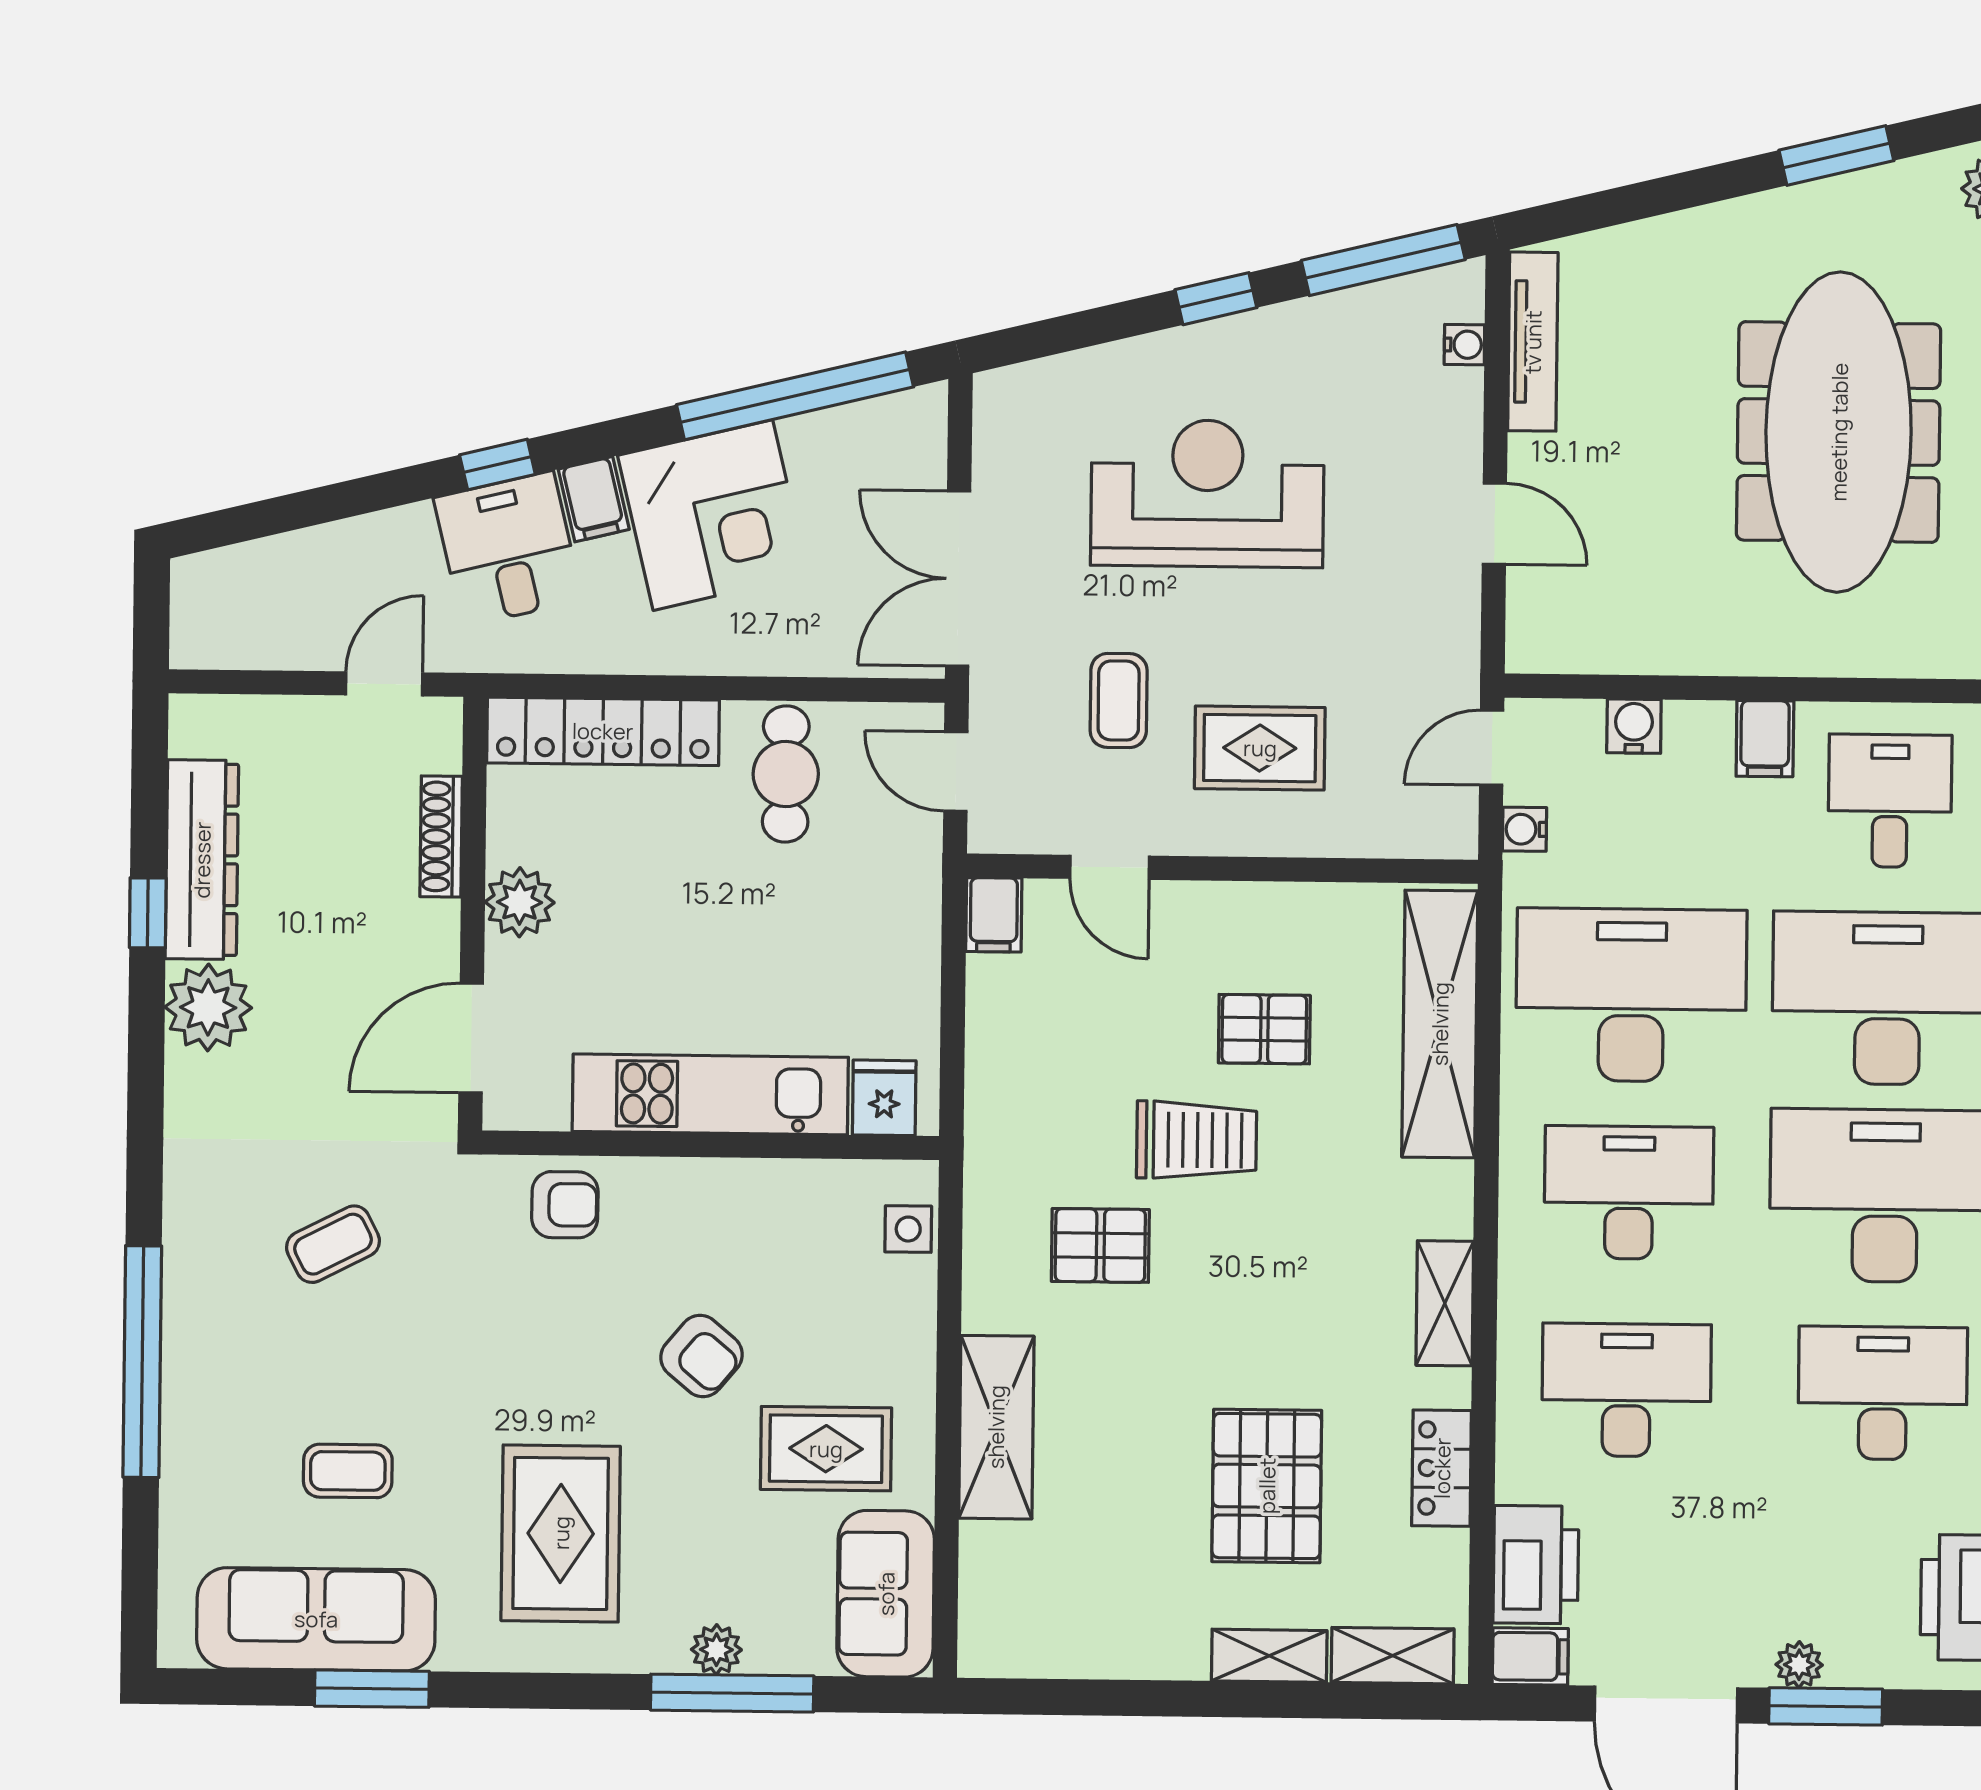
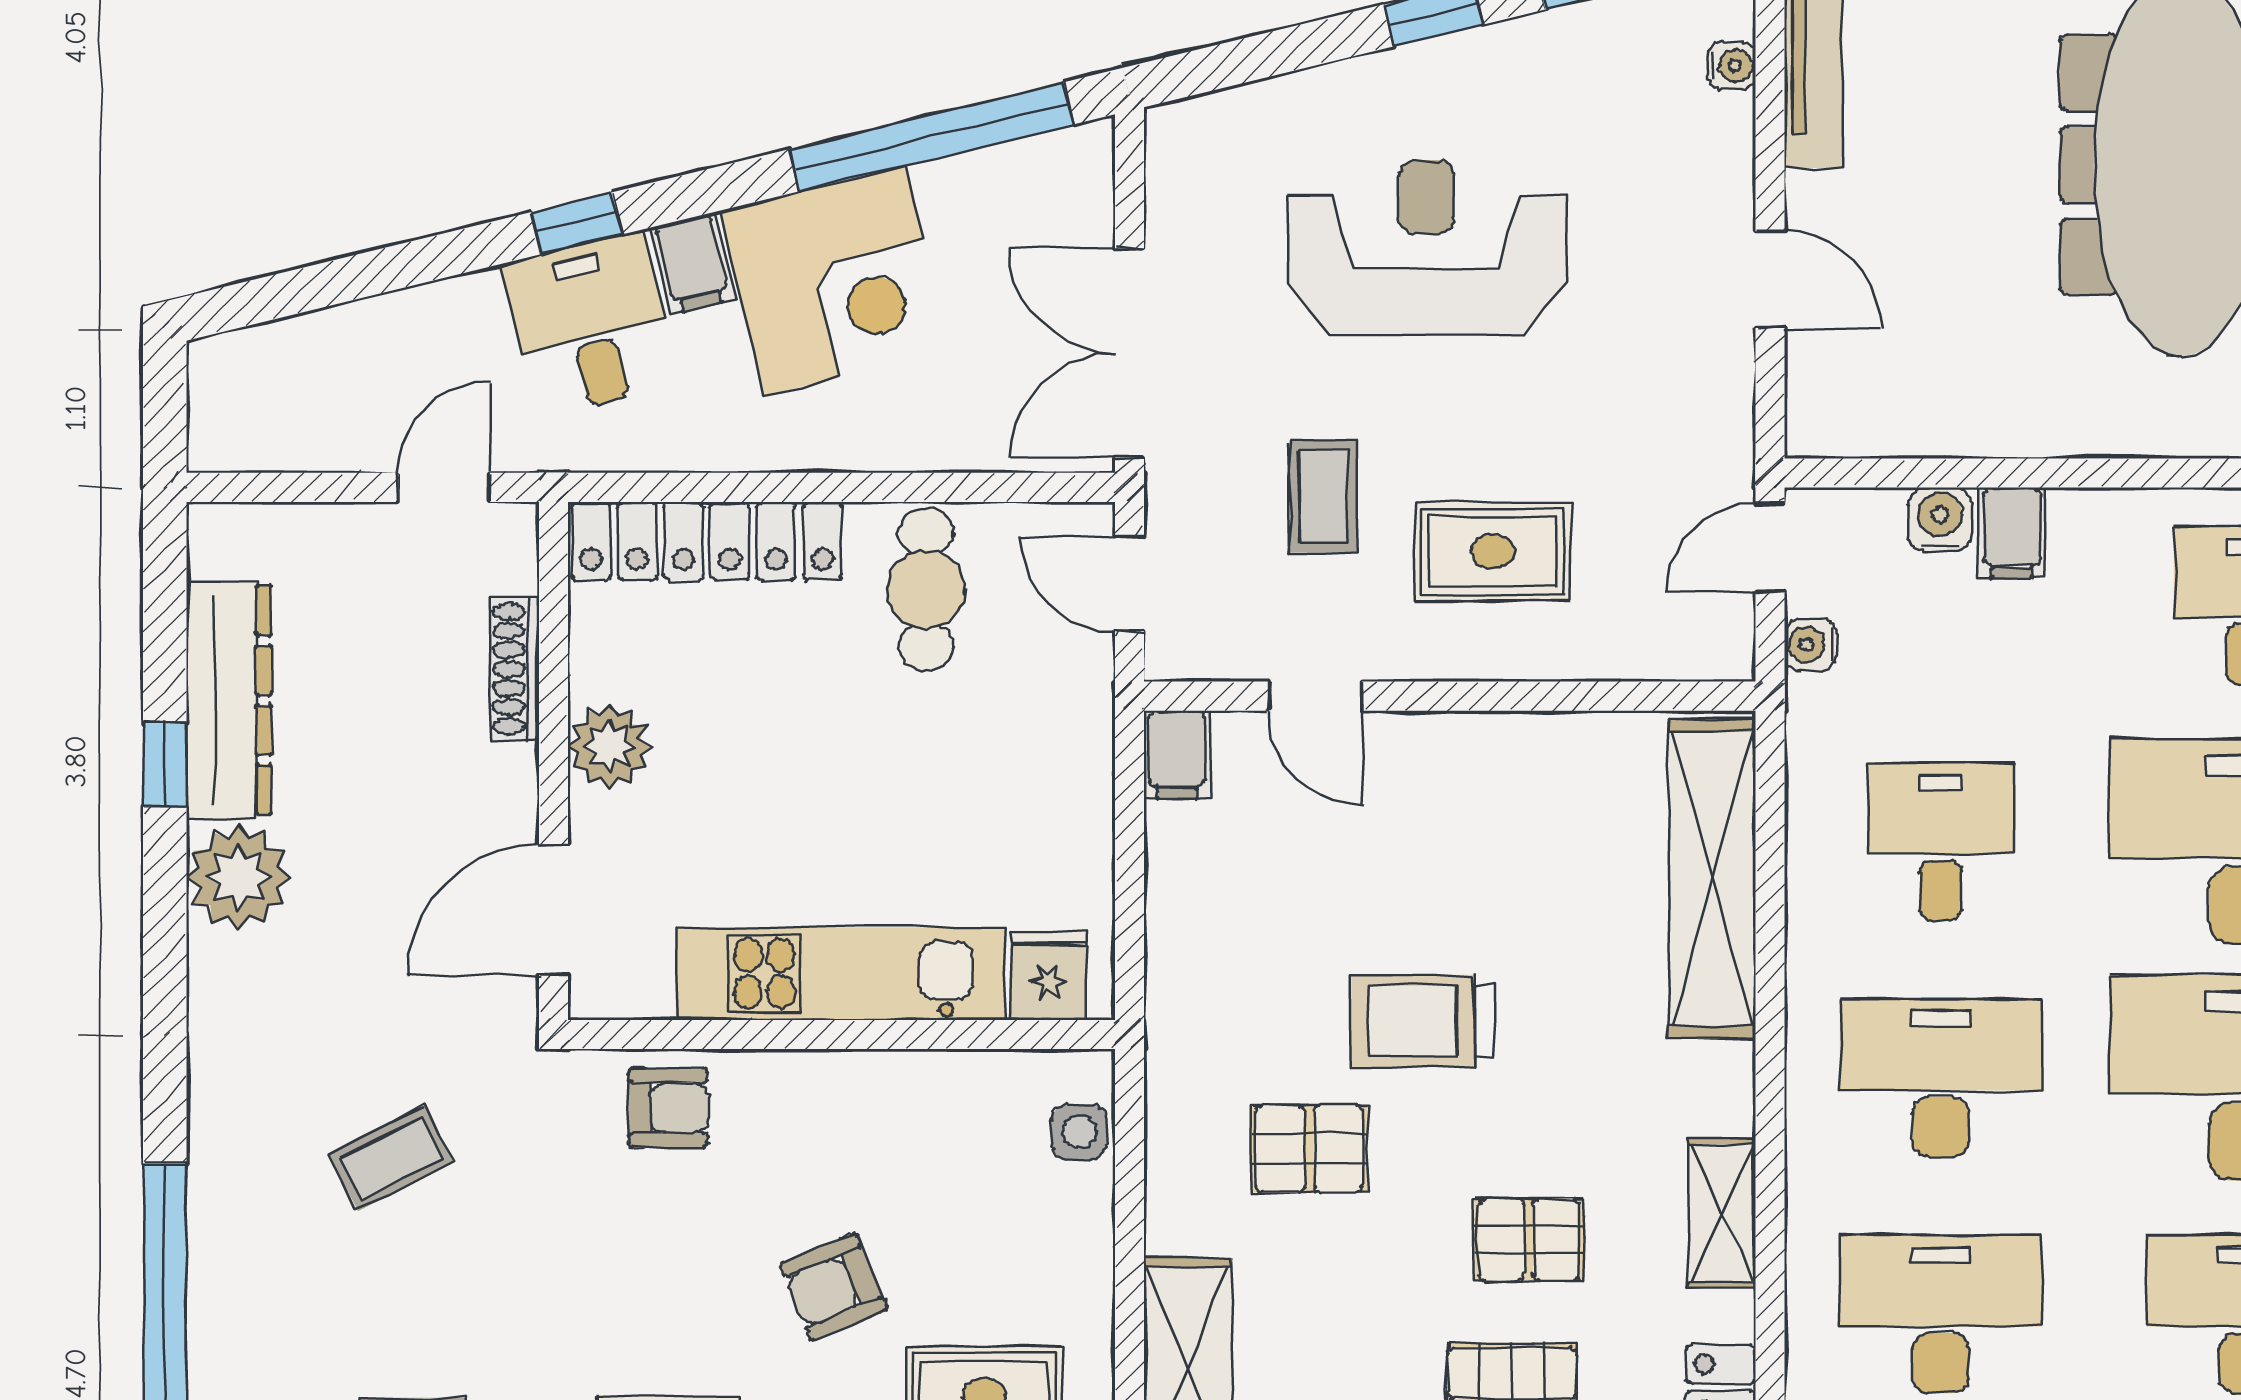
filing cabinet: (1765, 739) -> (2012, 533), moved
desk: (1631, 995) -> (1941, 841), width x0.53, depth x0.77
pallet: (1264, 1029) -> (1529, 1239), moved
trolley: (1197, 1140) -> (1423, 1021), turned 180
armchair: (702, 1356) -> (834, 1287), turned 118

